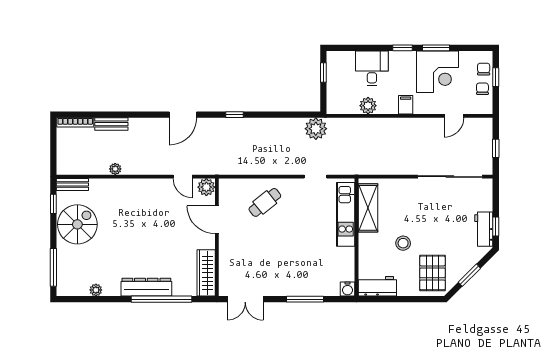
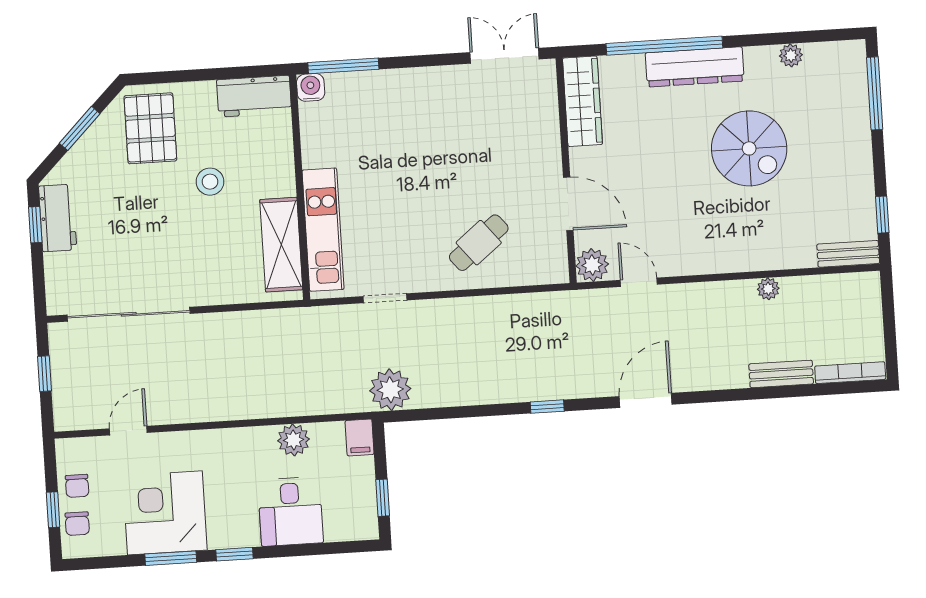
filing cabinet: (406, 105) -> (360, 437), moved
spiral stairs: (77, 224) -> (749, 148), moved, turned -90
window: (305, 299) -> (343, 66), moved

